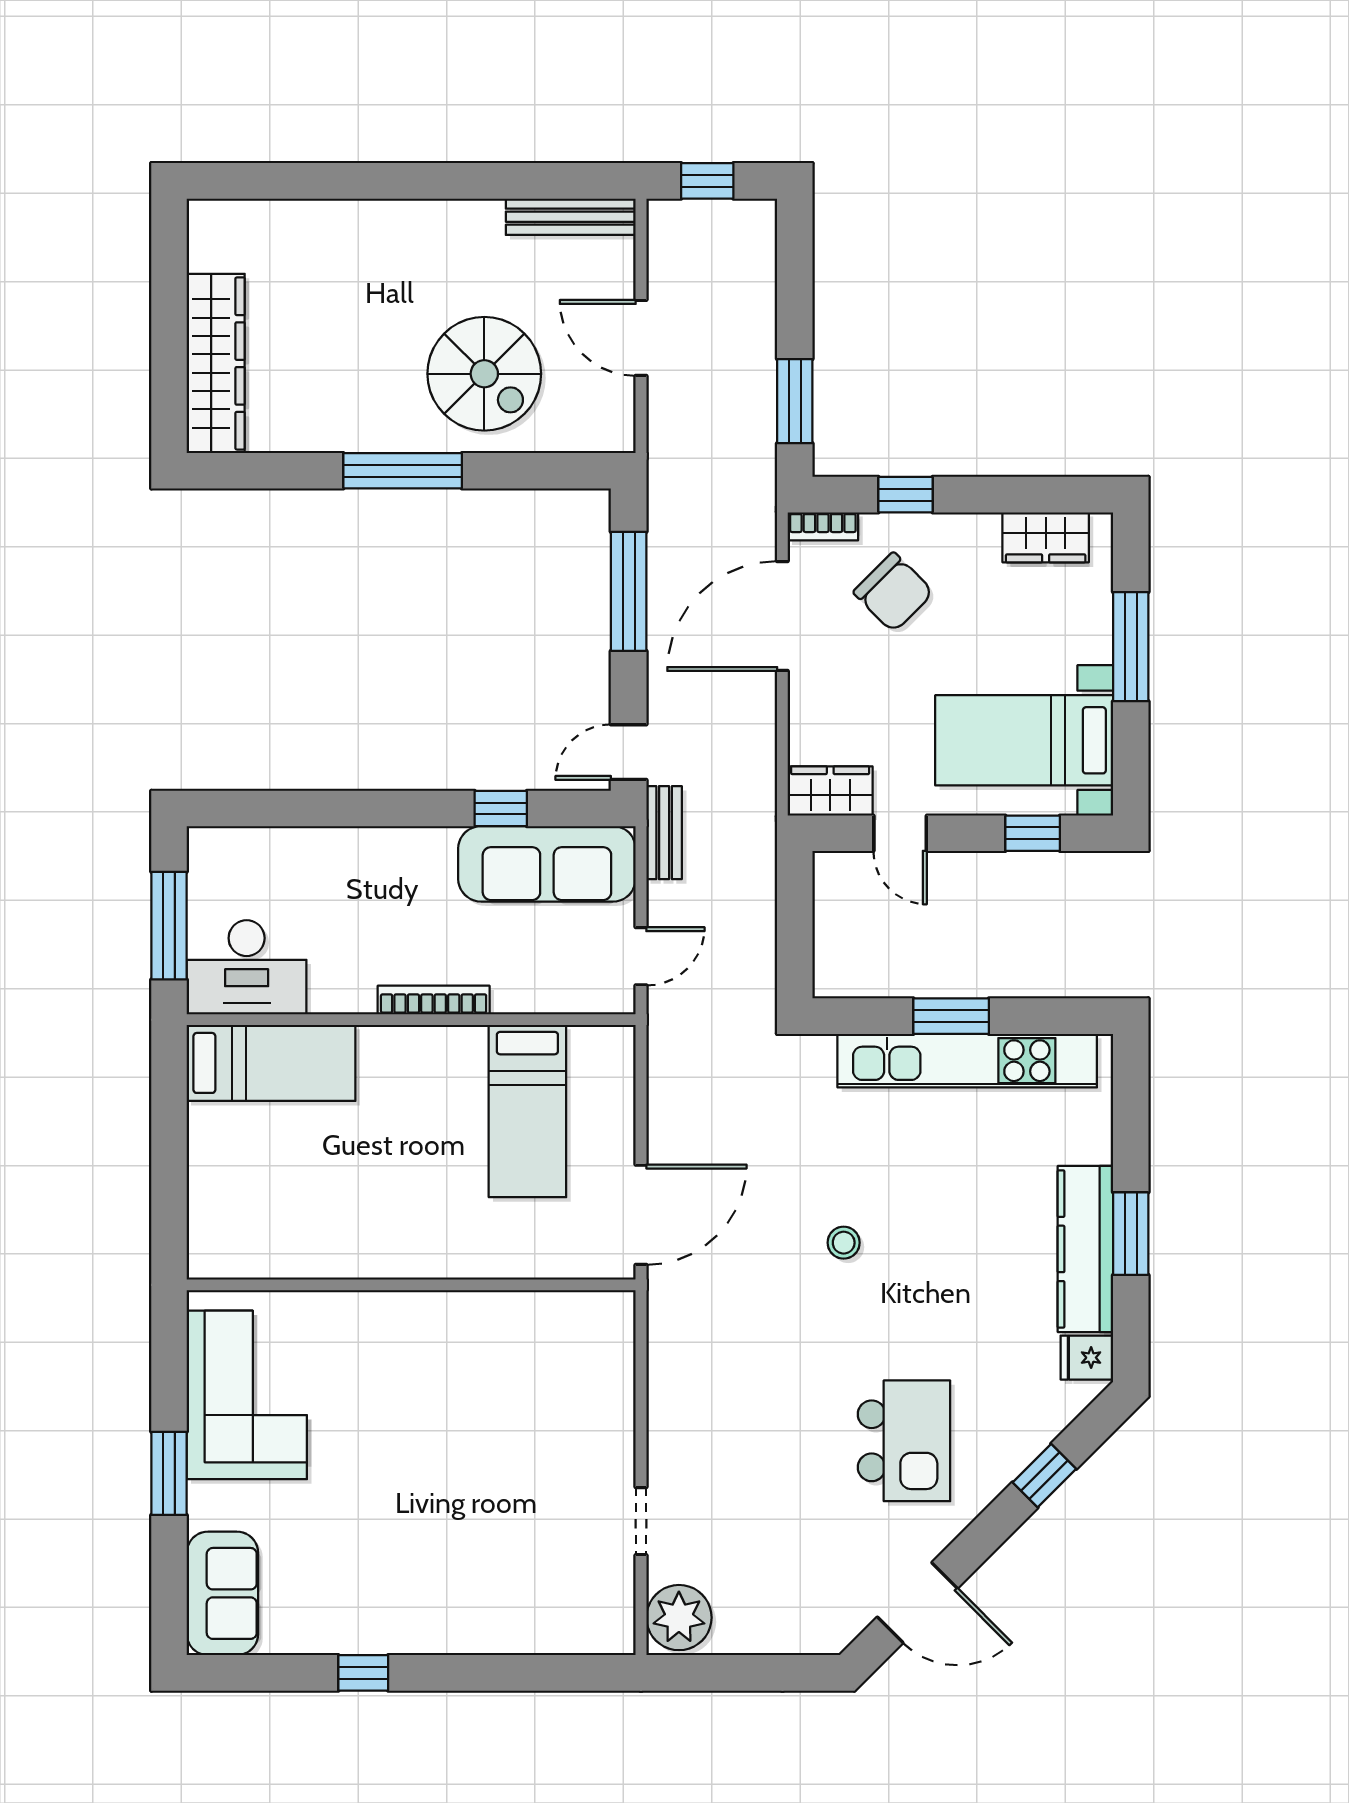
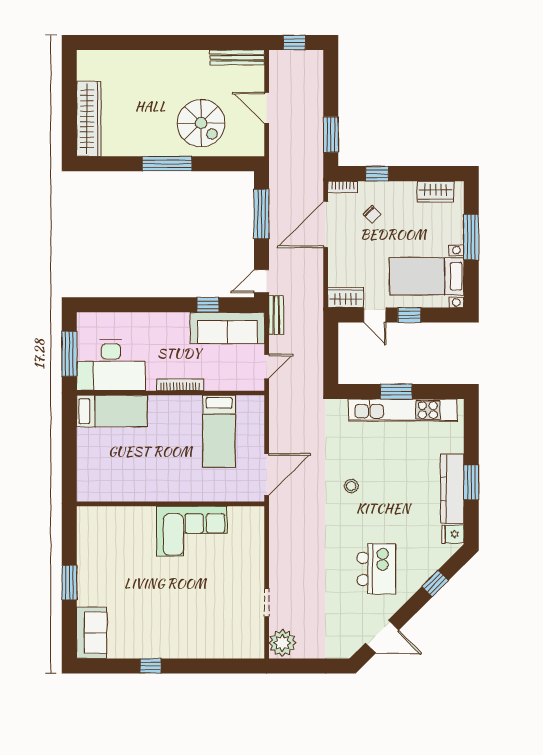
chair: (893, 592) -> (372, 214), width x0.54, depth x0.54
window: (1033, 833) -> (409, 315), moved
desk: (247, 967) -> (111, 365), width x1.36, depth x1.30
corner sofa: (247, 1395) -> (192, 531), moved, turned 90

